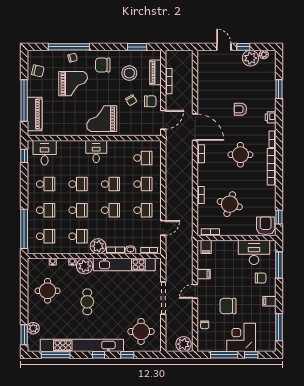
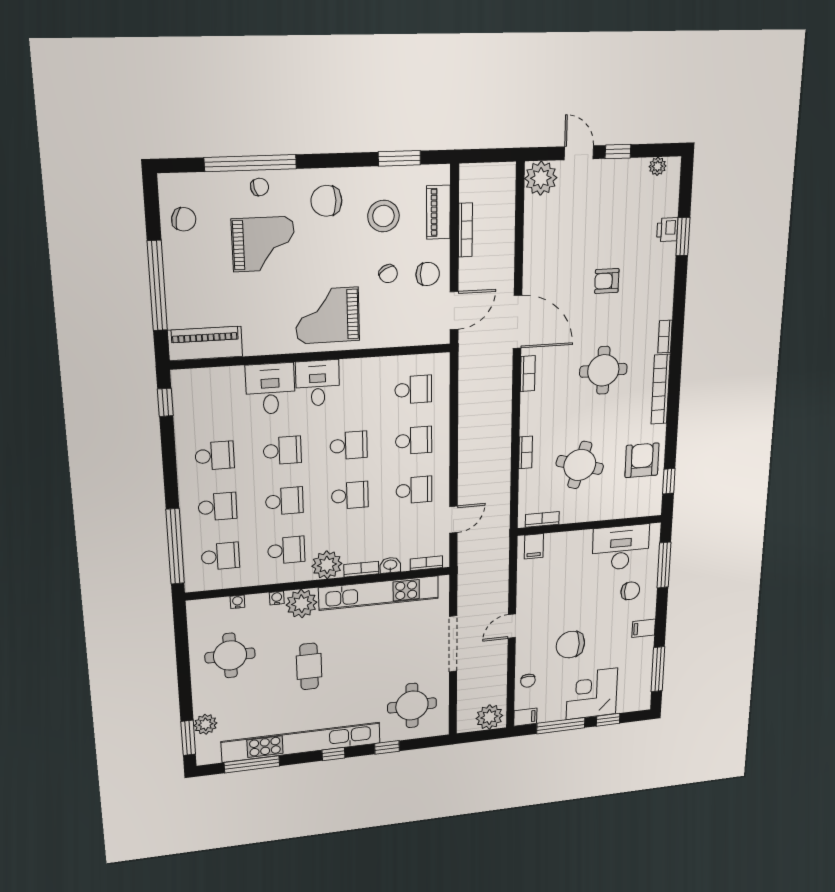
plant: (250, 58) -> (541, 178), moved
piano: (35, 114) -> (205, 343), moved, turned -90
printer: (271, 117) -> (667, 230), moved
desk: (45, 153) -> (270, 389), moved
armchair: (266, 226) -> (642, 460), moved
filing cabinet: (204, 274) -> (525, 717), moved

